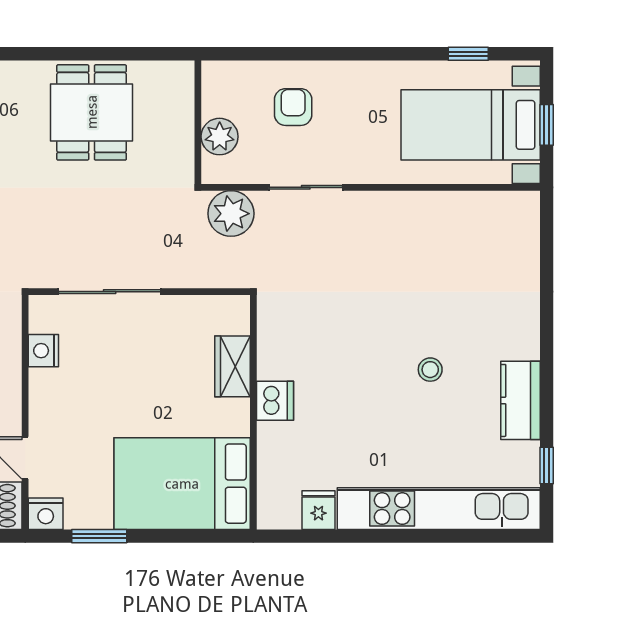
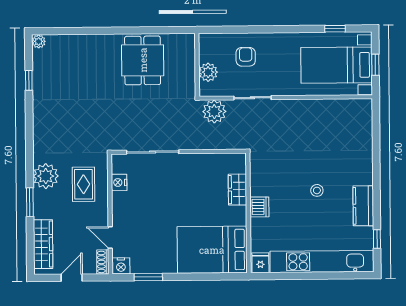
wardrobe: (232, 366) -> (237, 190), moved
dishwasher: (275, 401) -> (259, 207), moved
wall: (253, 412) -> (248, 213), moved
bed: (182, 484) -> (212, 250), moved

